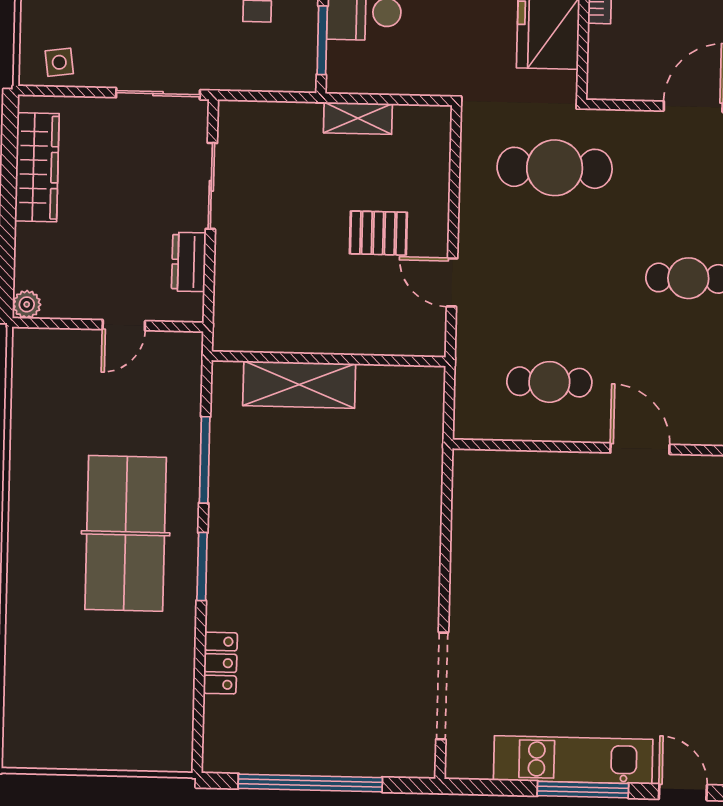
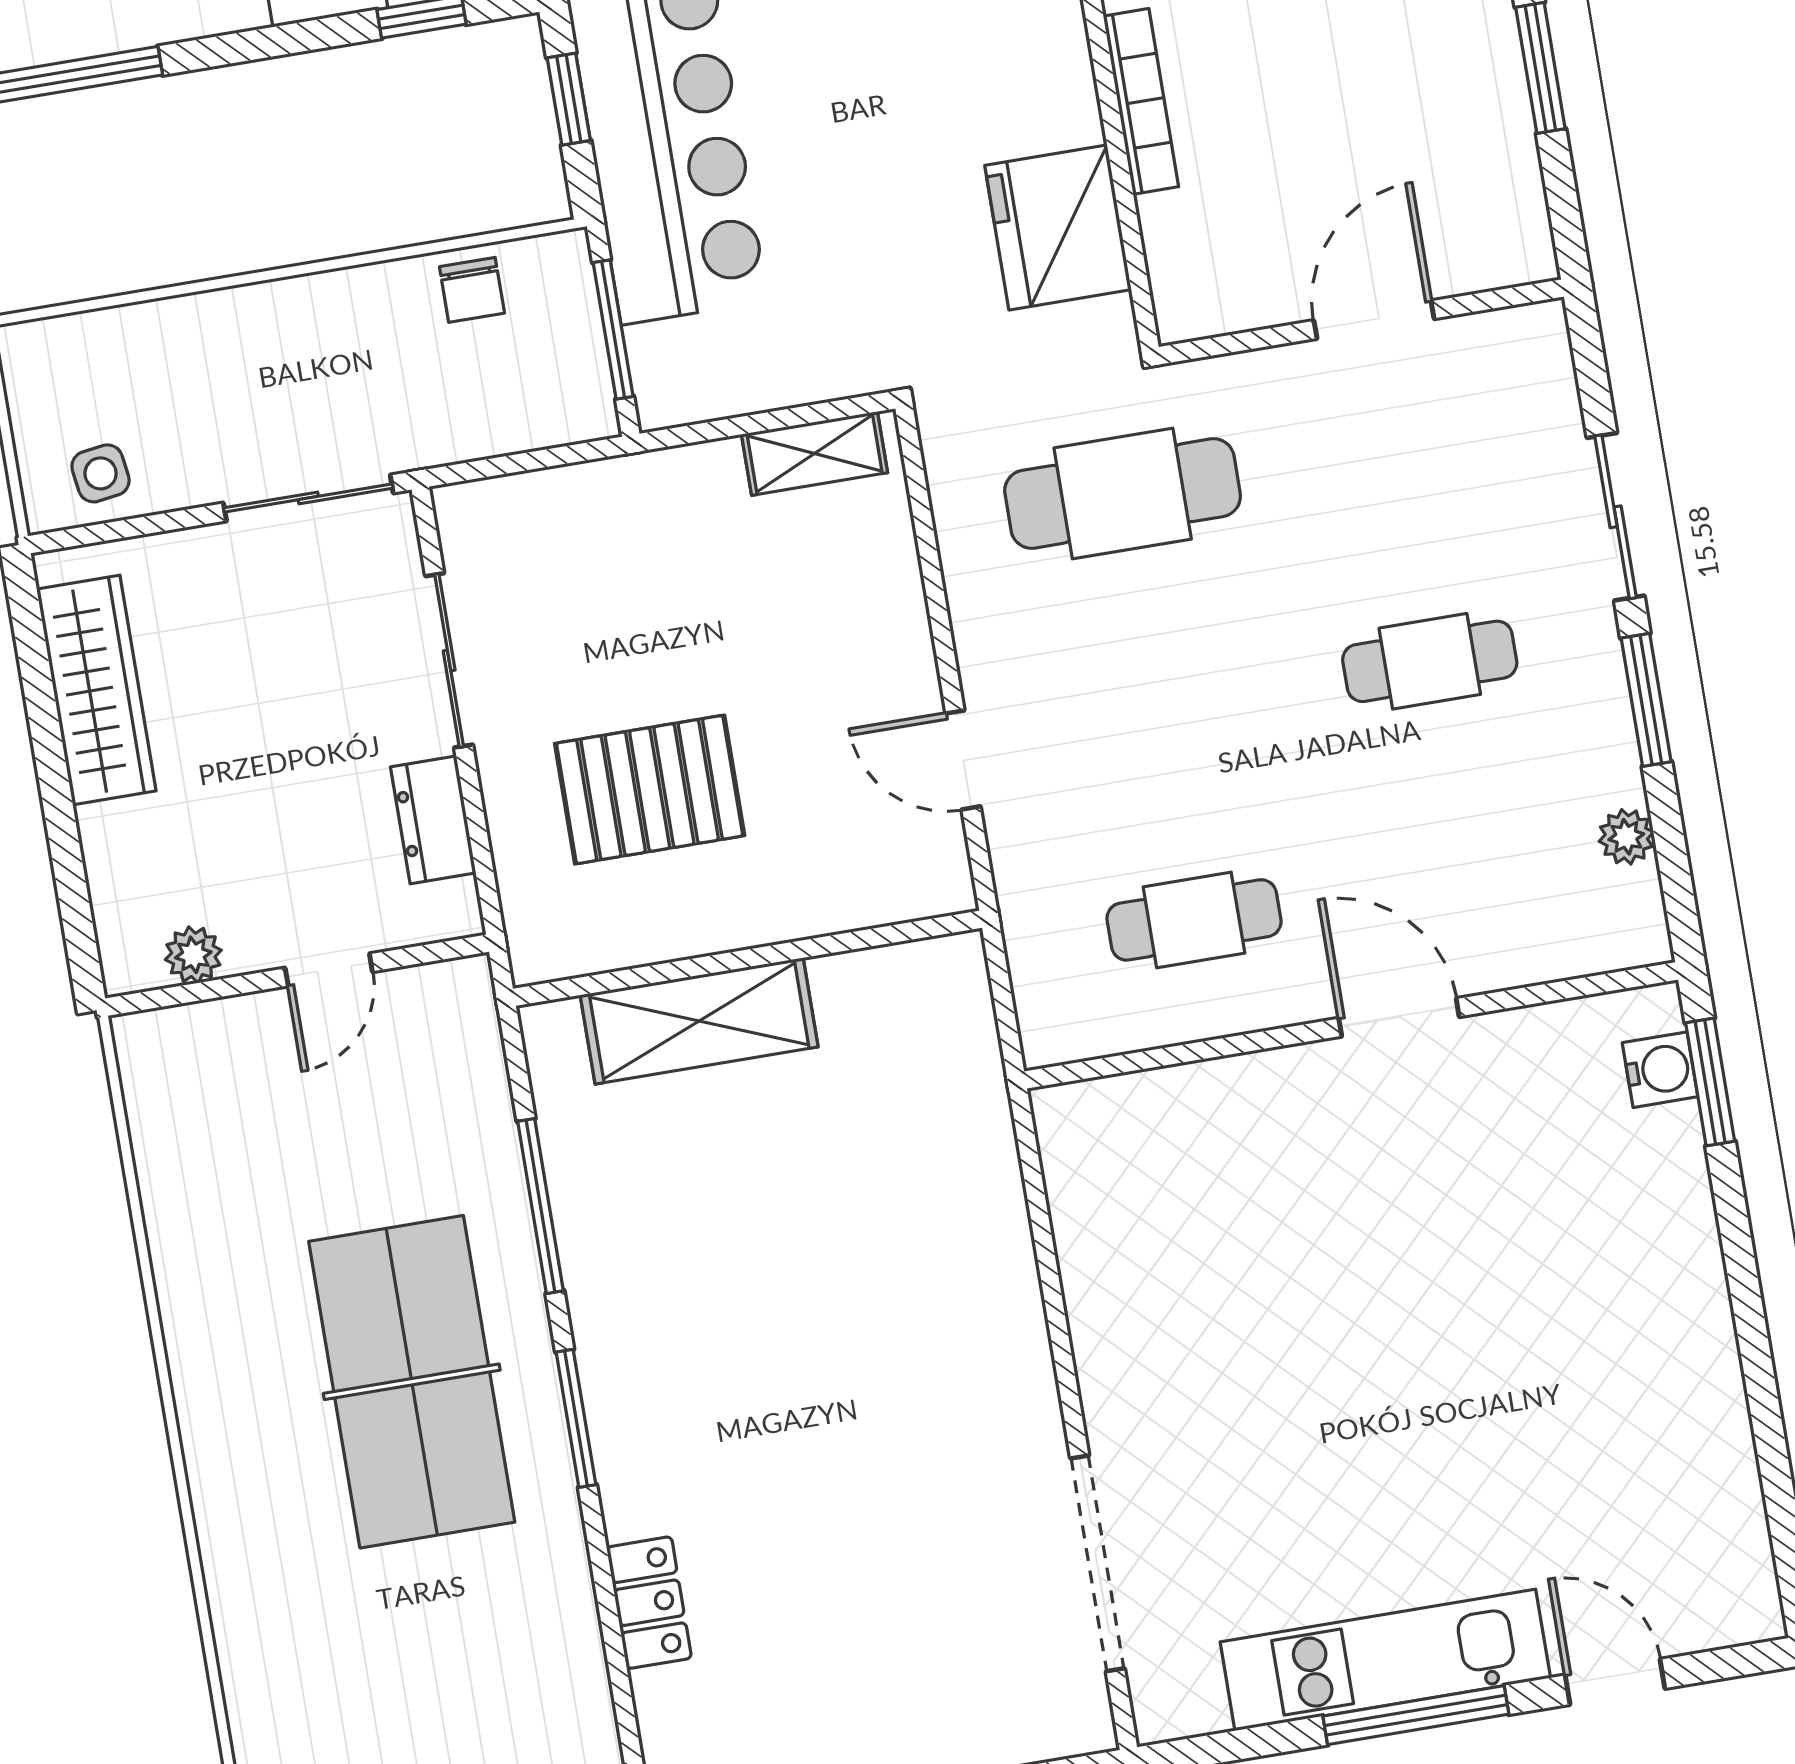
shelving: (358, 118) -> (815, 454), moved
pallet: (378, 233) -> (650, 790), moved, width x1.50, depth x1.42
plant: (27, 304) -> (193, 955), moved

